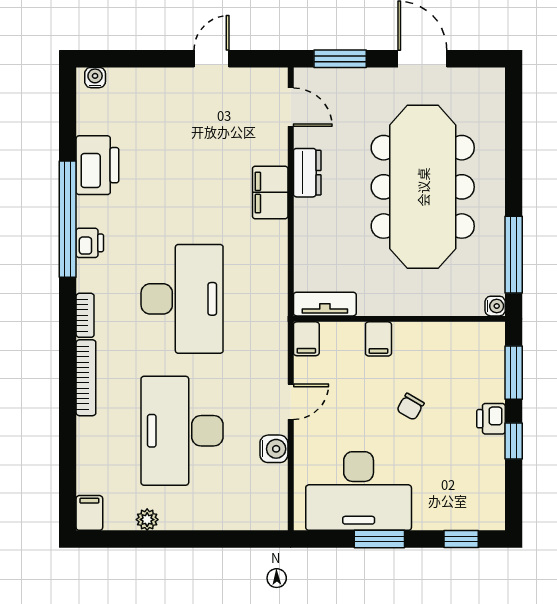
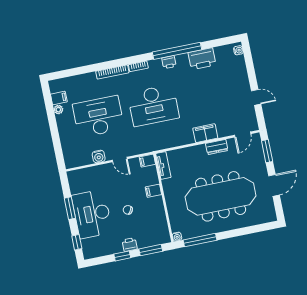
desk: (359, 491) -> (92, 214), moved
filing cabinet: (89, 513) -> (59, 98), moved

